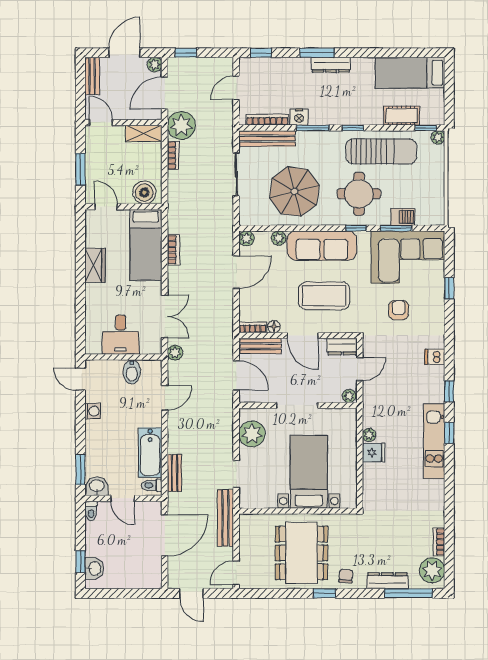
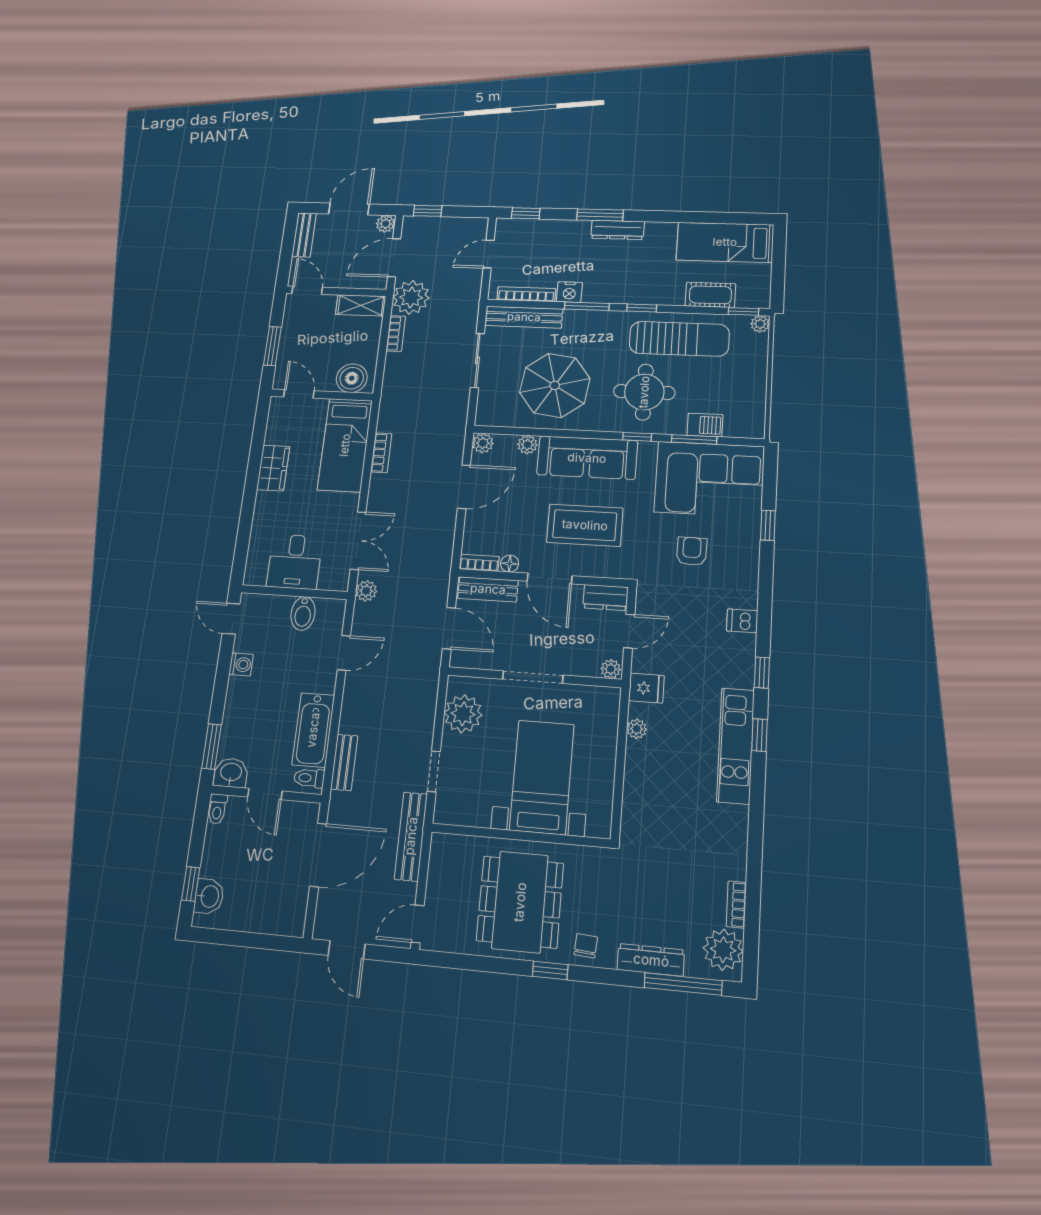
fridge: (374, 453) -> (646, 688), moved

